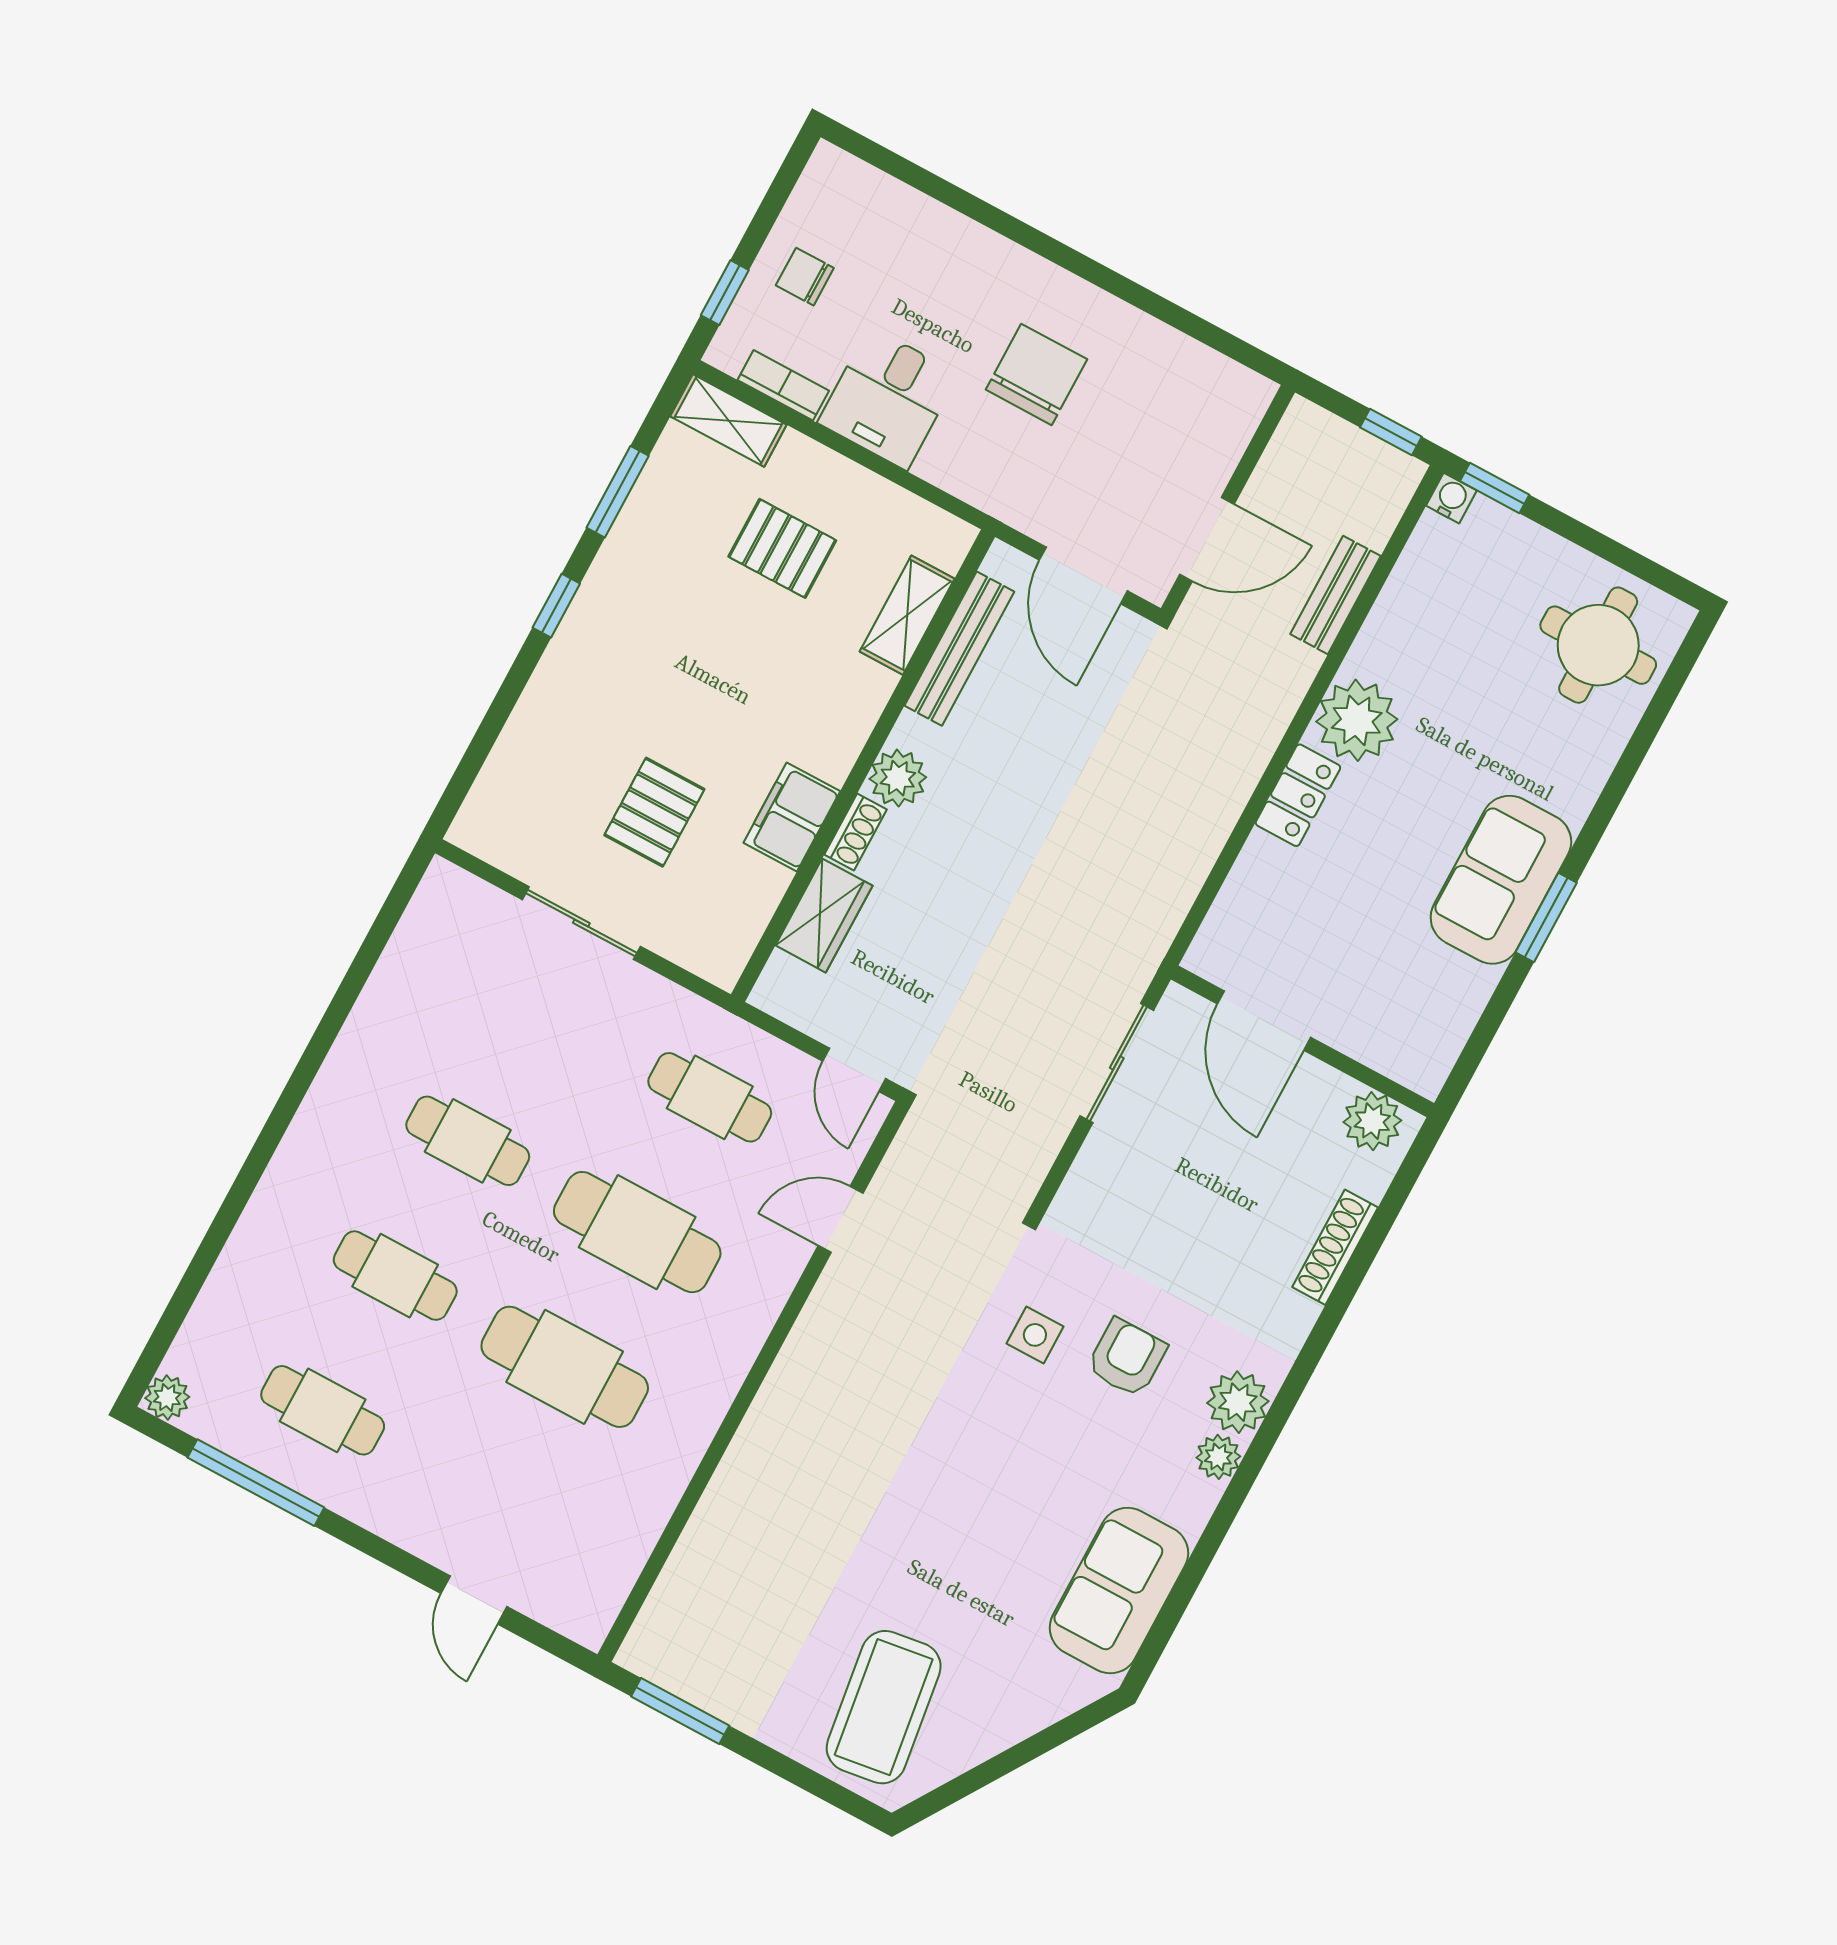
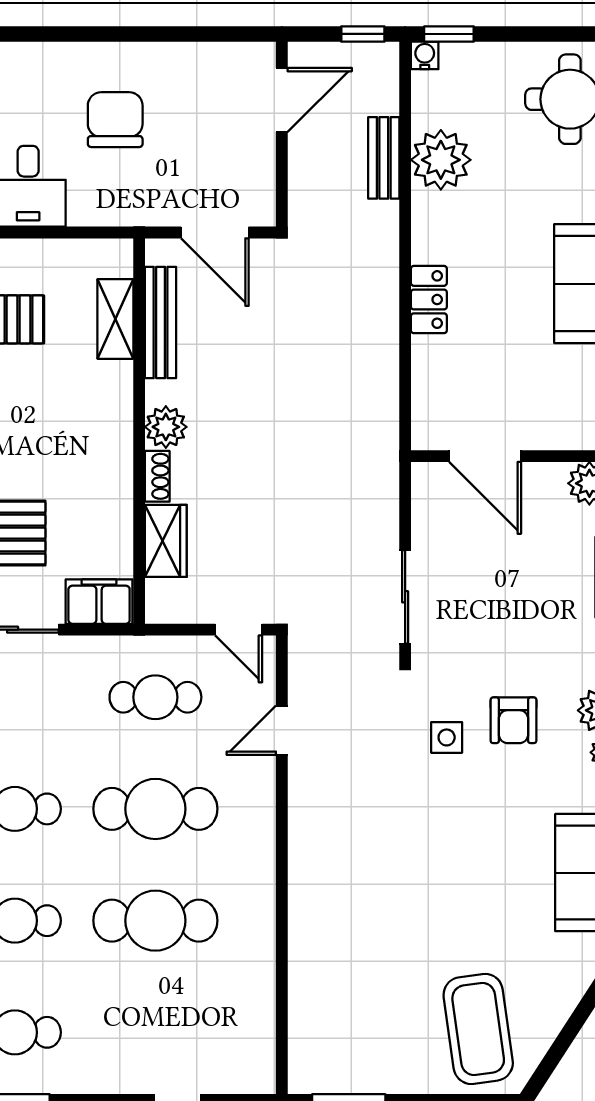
door: (1207, 539) -> (282, 100), moved
plant: (1357, 720) -> (441, 160), moved
filing cabinet: (792, 817) -> (99, 602), moved, turned 90
sliding door: (1117, 1063) -> (405, 597), moved
armchair: (1127, 1358) -> (513, 720), turned 180

